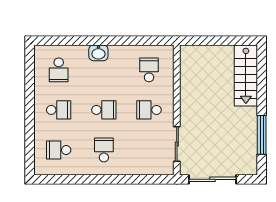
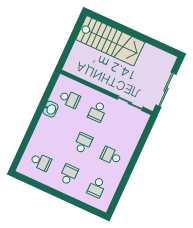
washbasin: (98, 53) -> (51, 109), moved
school desk: (149, 70) -> (70, 99), turned 180
stairs: (246, 75) -> (110, 41), width x1.36, depth x1.51
window: (262, 135) -> (151, 41), removed

